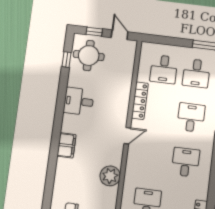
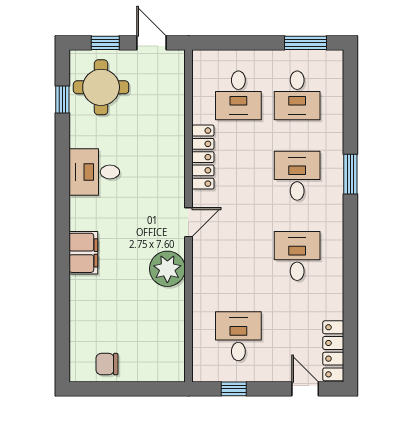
plant: (110, 176) -> (167, 269), moved

